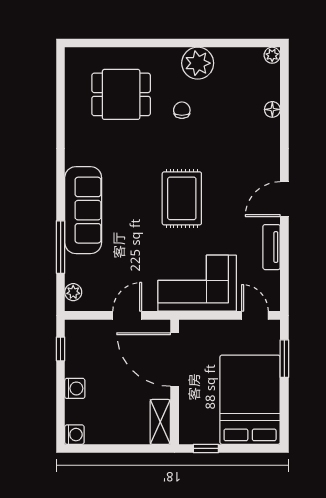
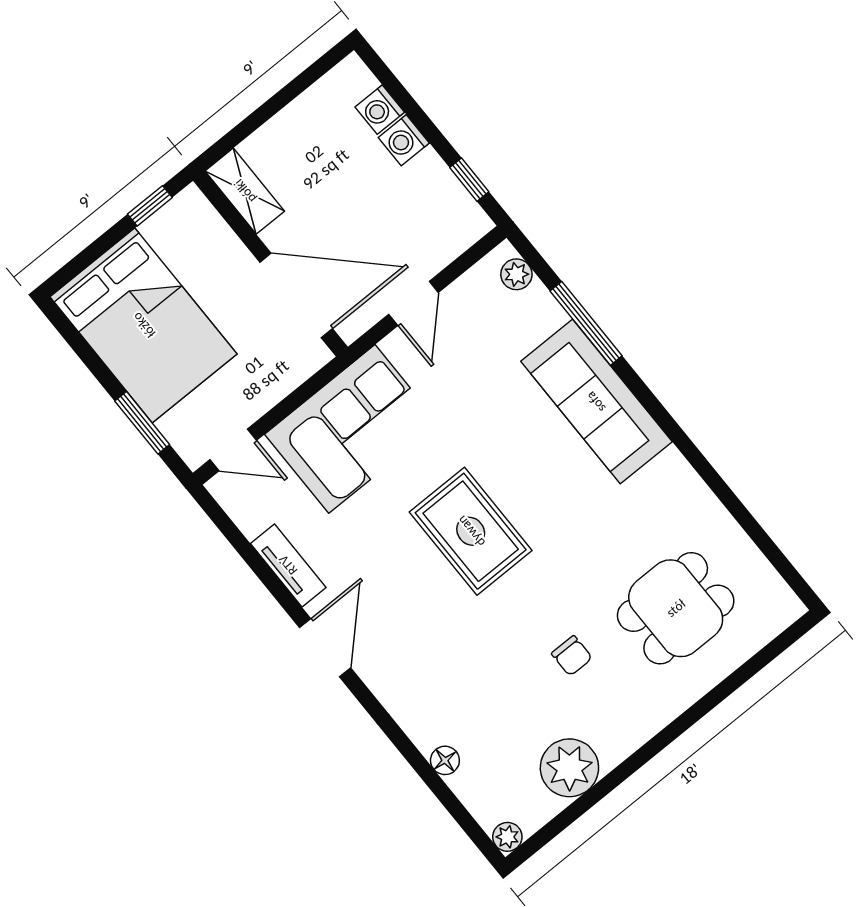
plant: (198, 63) -> (569, 768), moved
washing machine: (74, 435) -> (380, 110), moved

